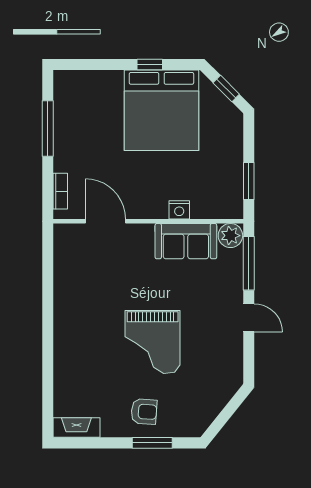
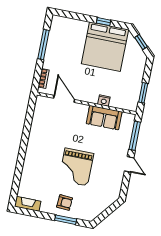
plant: (230, 236) -> (128, 119), removed

